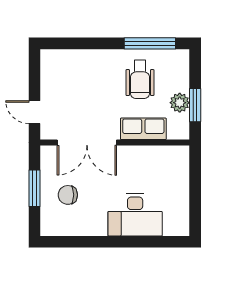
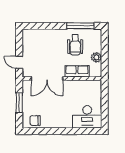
window: (195, 105) -> (105, 59), removed
chair: (68, 195) -> (35, 121), moved
desk: (135, 215) -> (87, 117), moved

